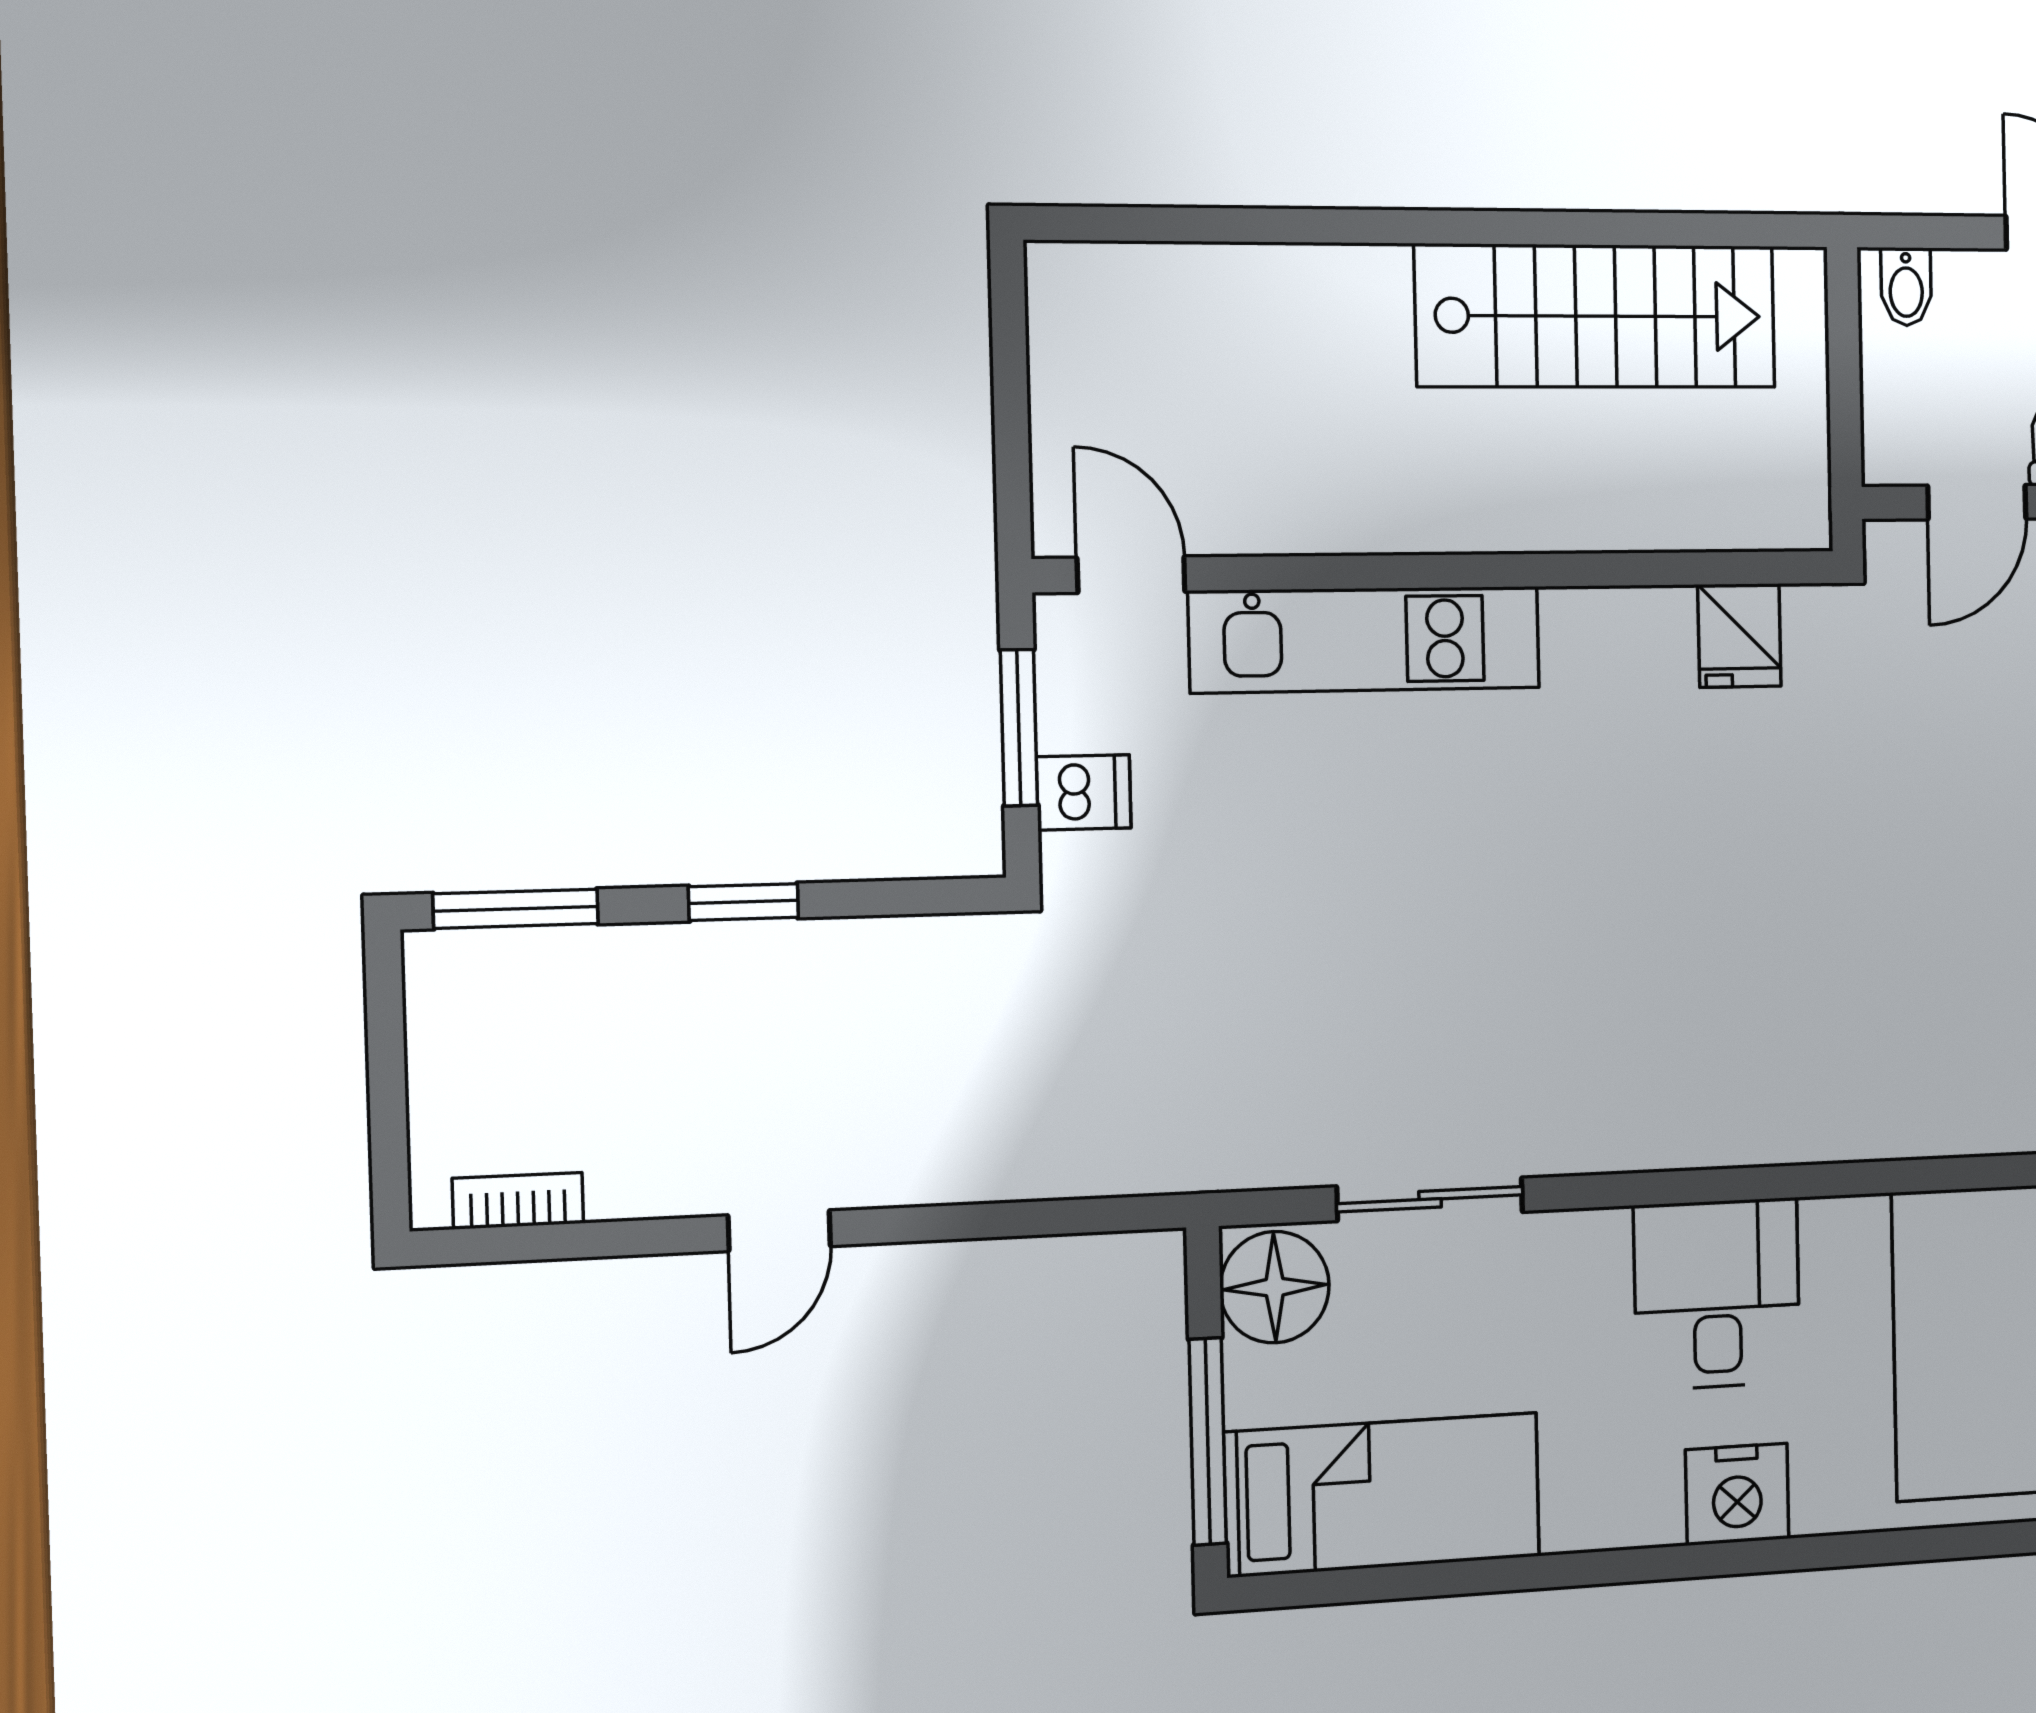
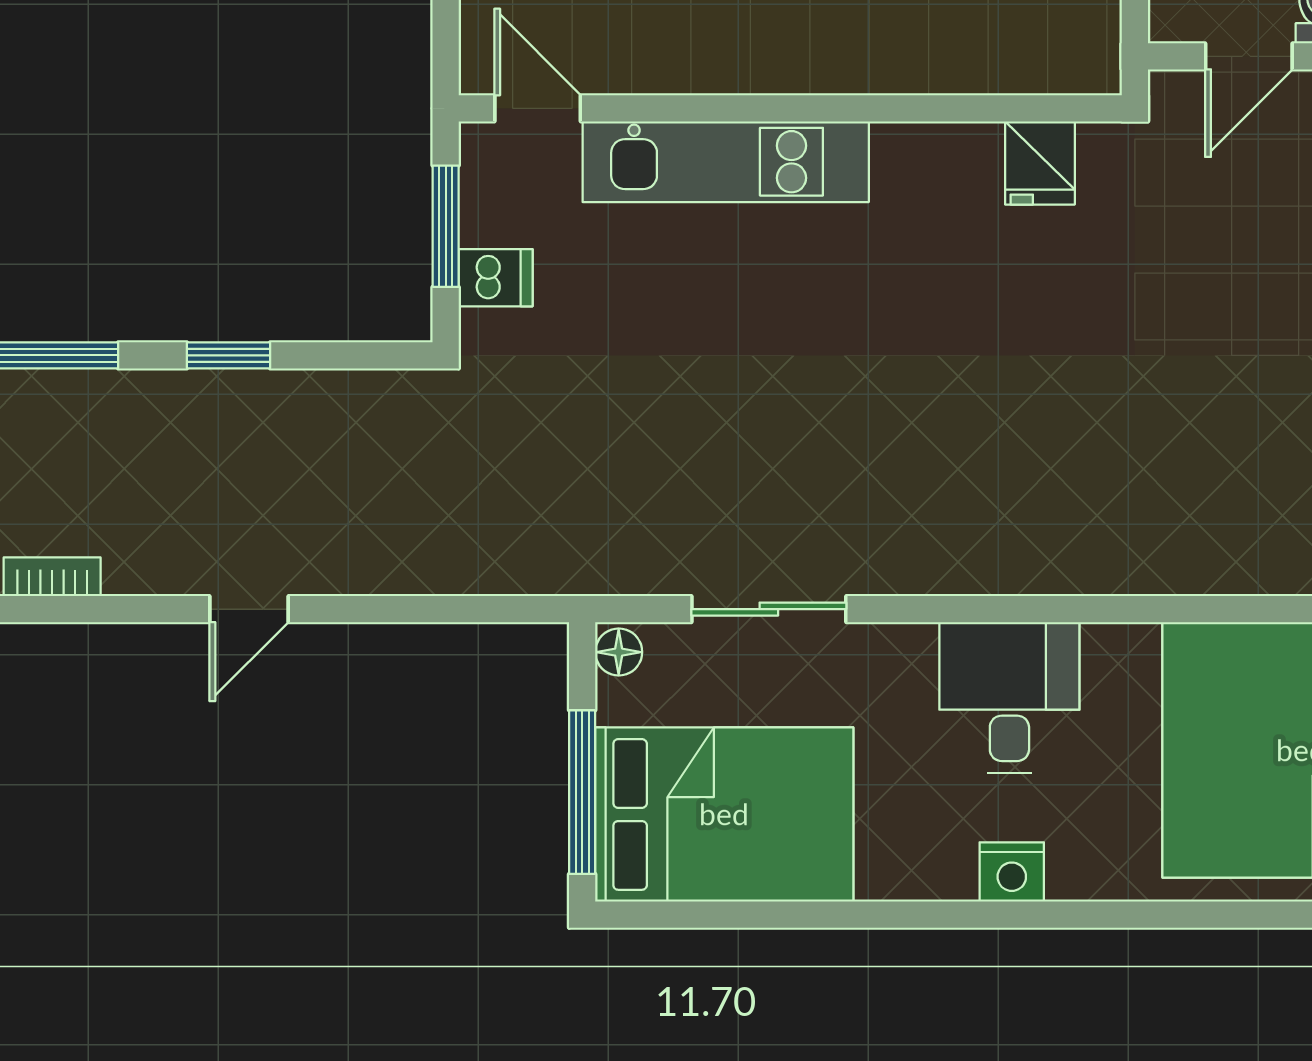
floor lamp: (1275, 1287) -> (619, 652), width x0.53, depth x0.53
nightstand: (1737, 1494) -> (1012, 872), width x0.74, depth x0.75
bed: (1383, 1495) -> (724, 814), width x1.50

